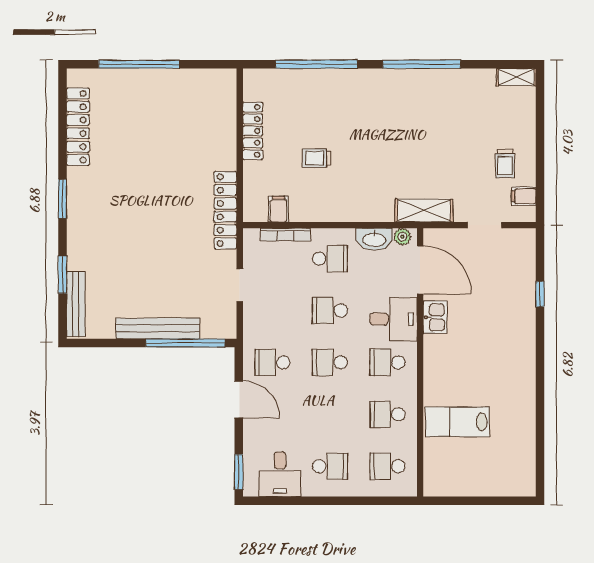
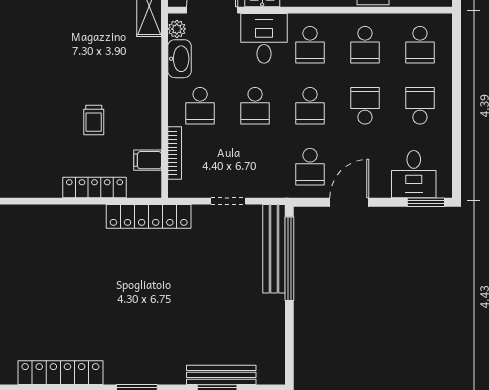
locker: (253, 131) -> (95, 187), moved
school desk: (330, 259) -> (200, 106), turned 180
bench: (76, 304) -> (221, 375), moved
bench: (158, 328) -> (274, 249), moved
school desk: (330, 414) -> (365, 106), added
desk: (280, 474) -> (414, 174), moved, turned 90

